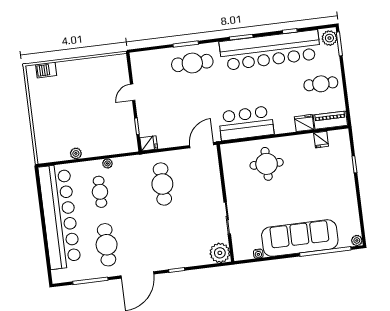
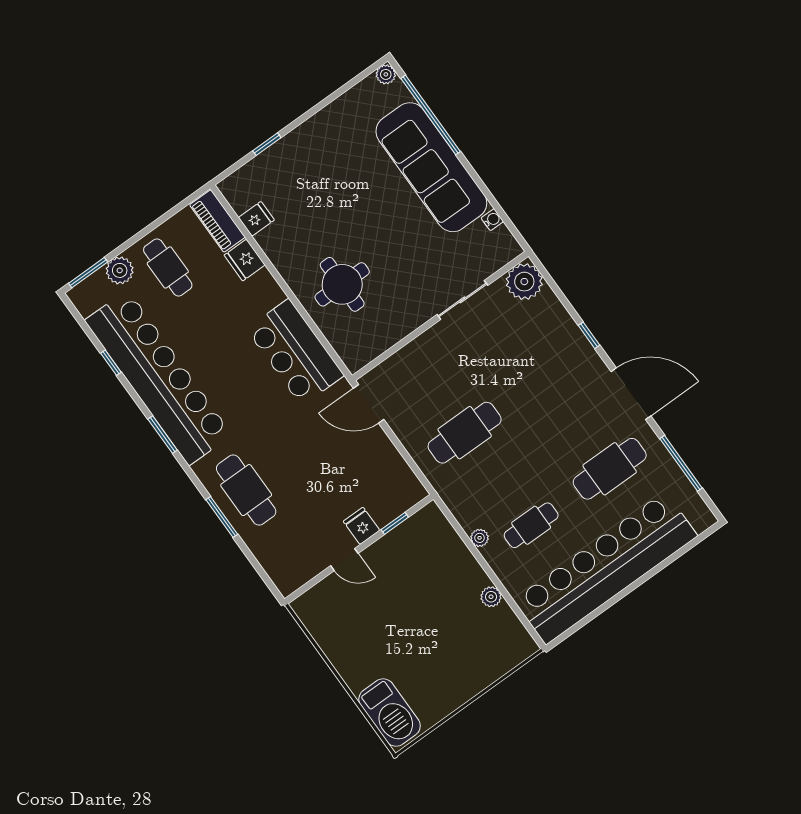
plant: (329, 38) -> (120, 270), moved
barbecue: (46, 70) -> (390, 713), width x1.88, depth x1.53
fridge: (149, 143) -> (361, 526), moved

